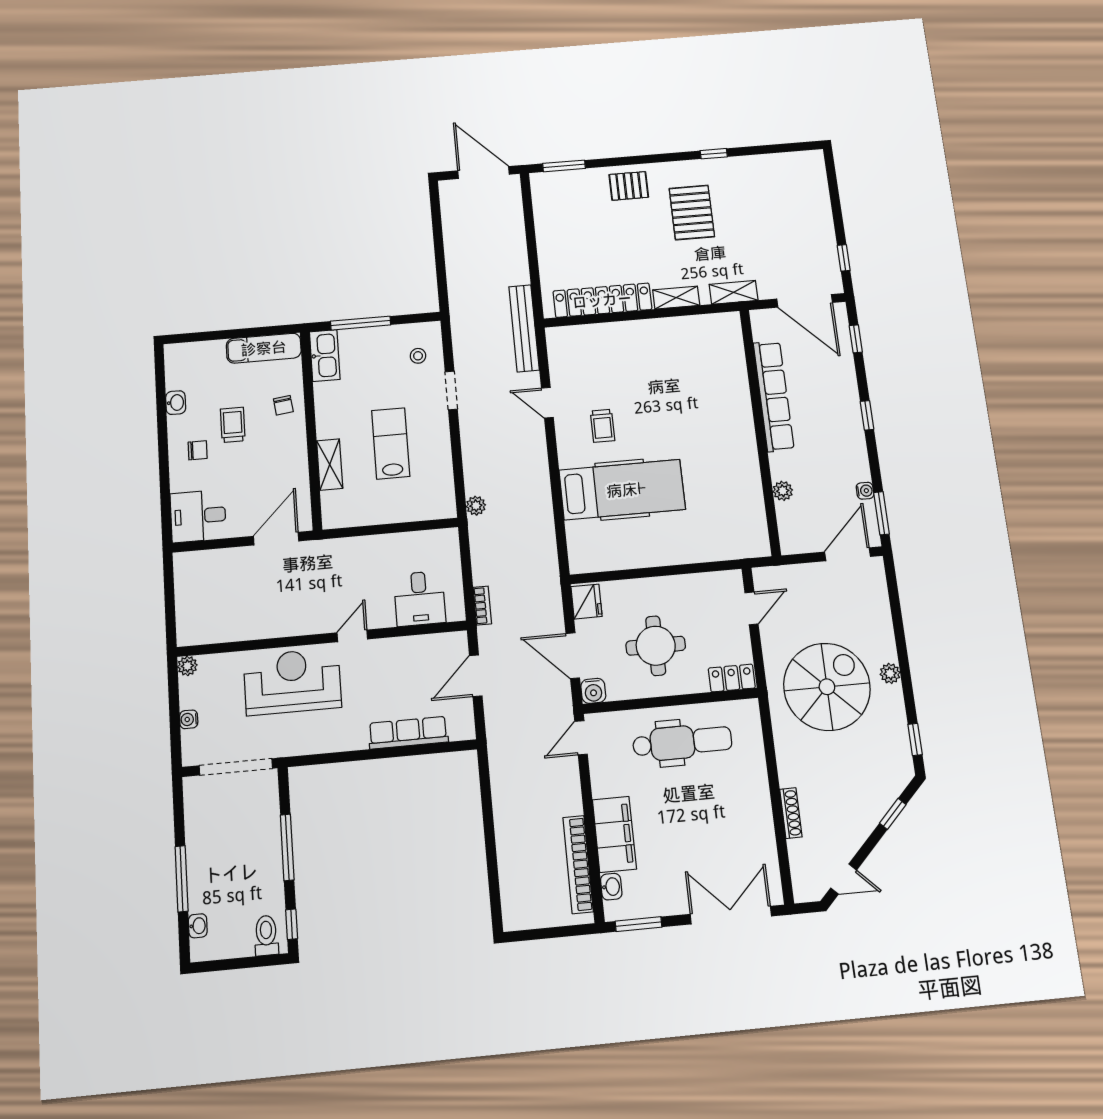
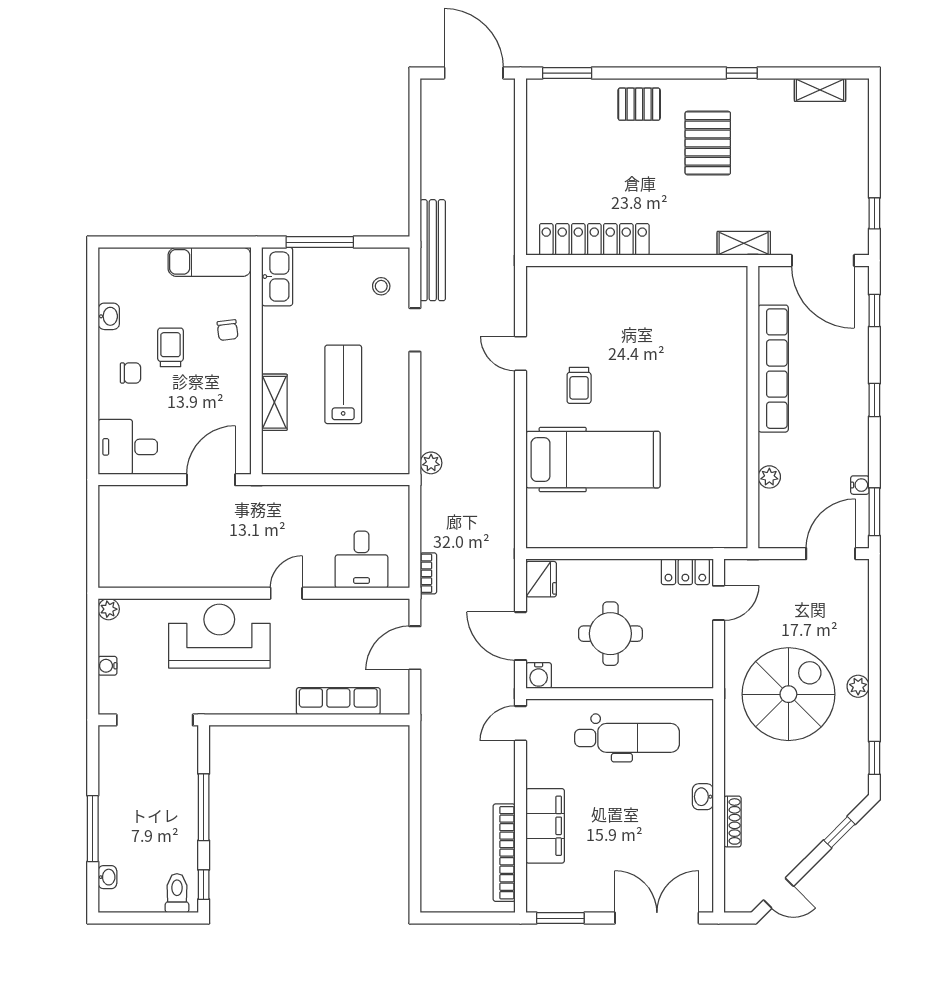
shelving: (676, 298) -> (820, 90), moved
bench: (524, 328) -> (433, 250), moved
locker: (732, 678) -> (685, 572), moved, turned 180
washbasin: (611, 887) -> (703, 797), moved, turned 180

